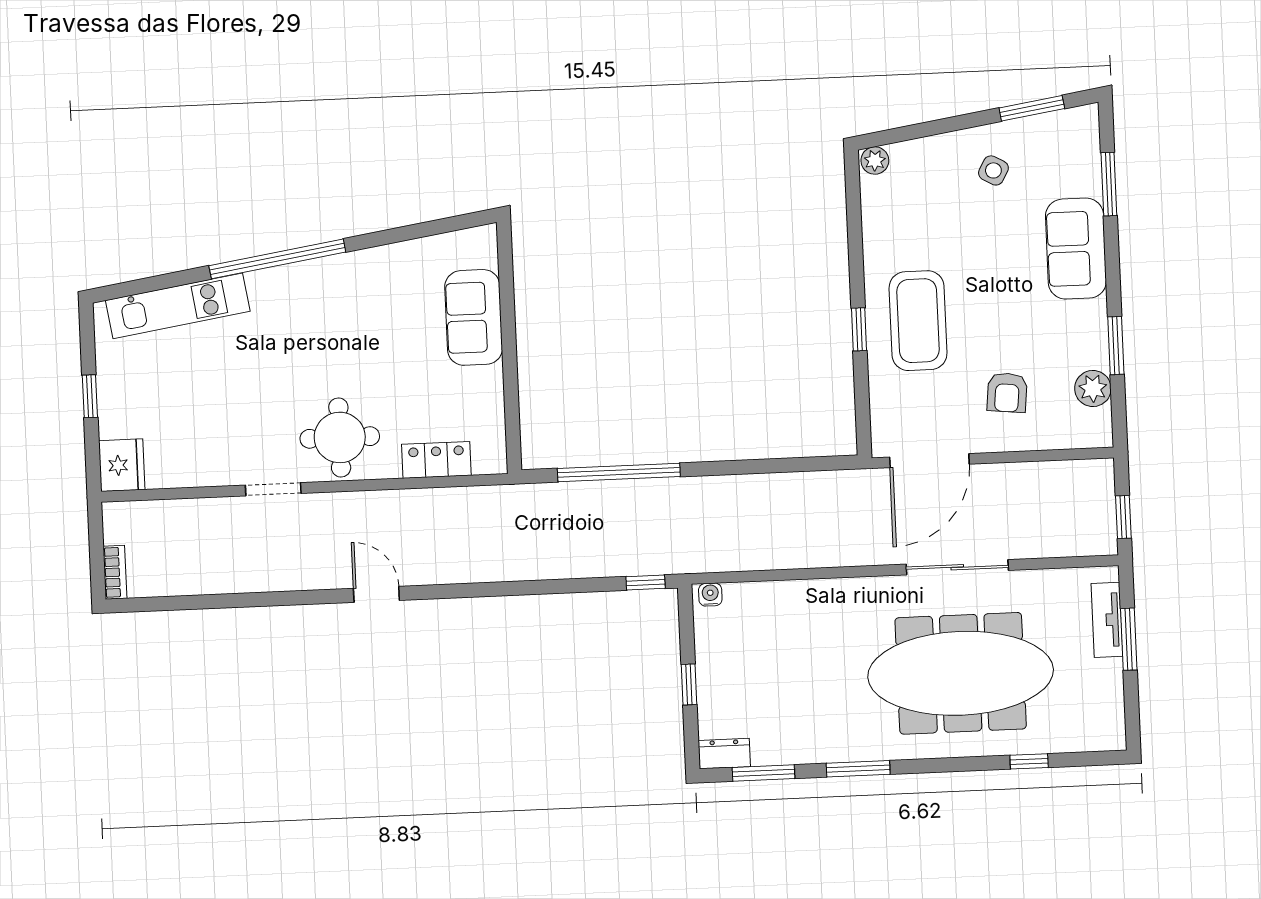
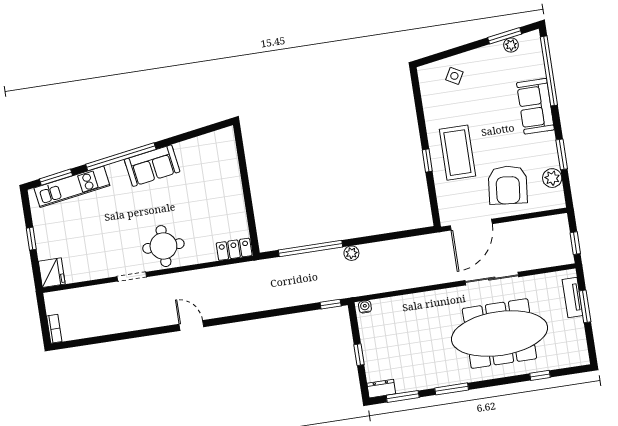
plant: (875, 161) -> (511, 45), moved
side table: (993, 170) -> (454, 76), moved
window: (1109, 184) -> (549, 71), width x2.11
window: (150, 284) -> (56, 177), added
sofa: (474, 317) -> (152, 166), moved, turned -99
armchair: (1007, 393) -> (508, 185), width x1.88, depth x1.88
locker: (436, 460) -> (234, 249), moved
plant: (696, 490) -> (351, 253), added

